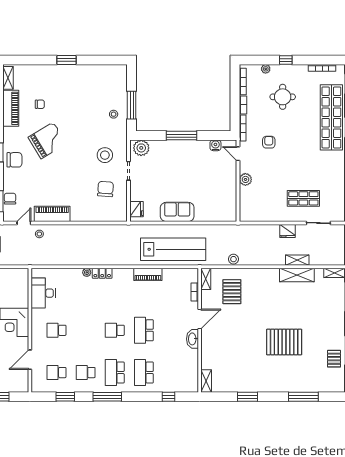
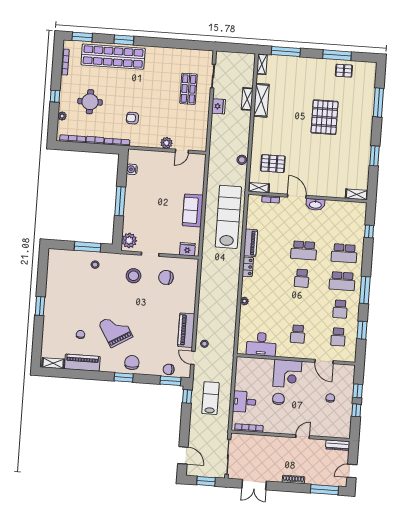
door: (238, 154) -> (182, 151), moved
locker: (102, 273) -> (248, 267), moved

